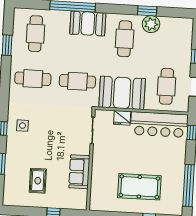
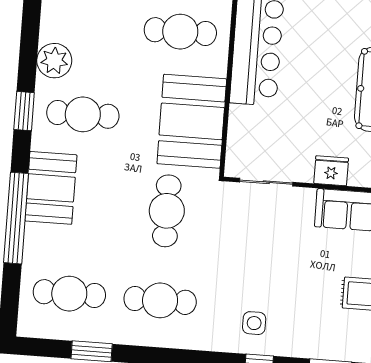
window: (147, 11) -> (24, 111), moved
cafe table: (33, 79) -> (160, 300), turned 90
fridge: (122, 118) -> (331, 171), moved, turned -90

